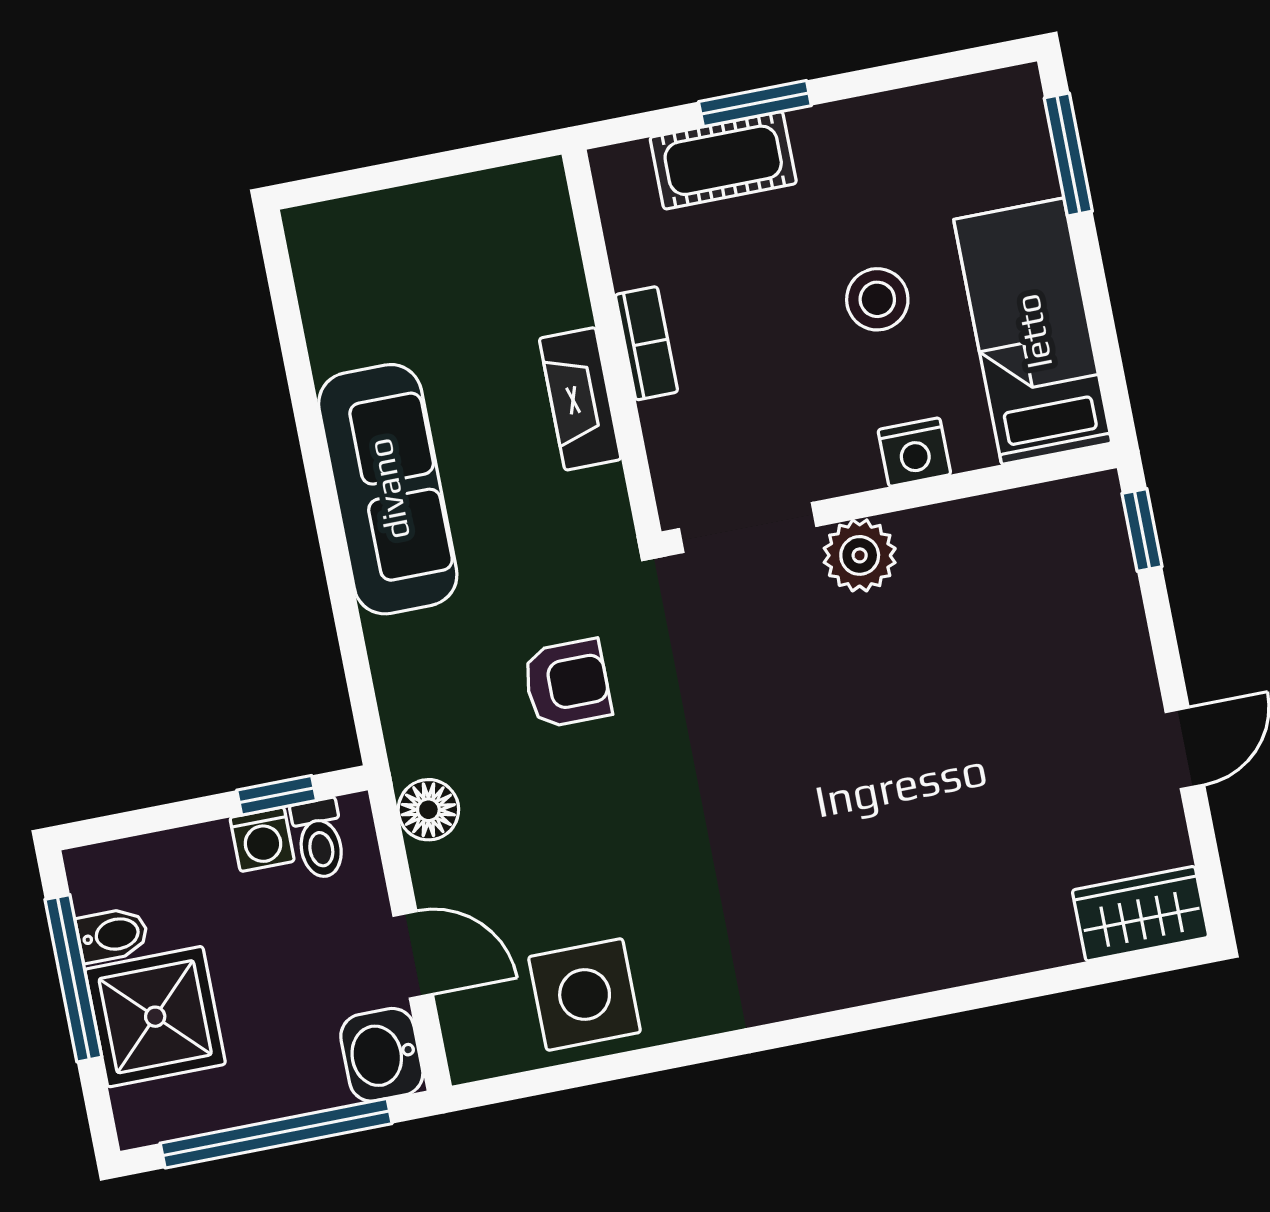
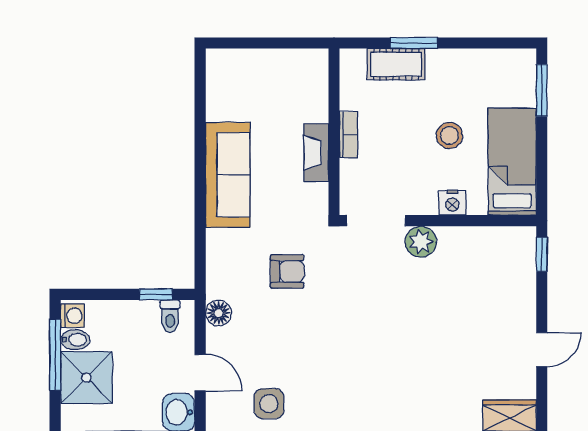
washing machine: (262, 839) -> (73, 316), moved, turned -90
side table: (585, 995) -> (269, 404), width x0.73, depth x0.73

